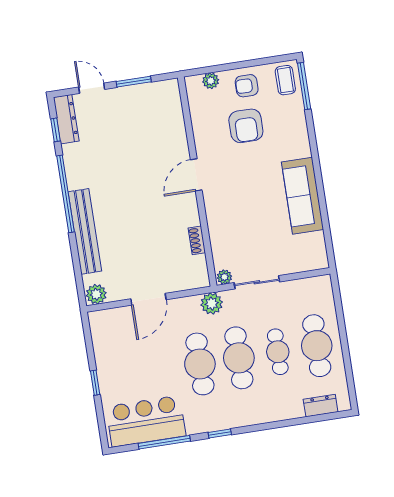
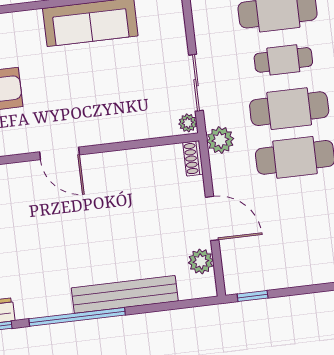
shoe rack: (197, 240) -> (193, 158), moved, turned 90
plant: (96, 294) -> (201, 261), moved
window: (95, 383) -> (253, 296), moved

